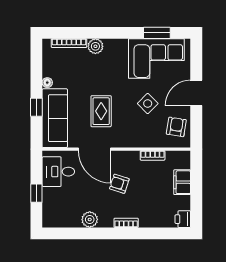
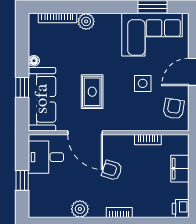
side table: (148, 104) -> (143, 83), turned 45

